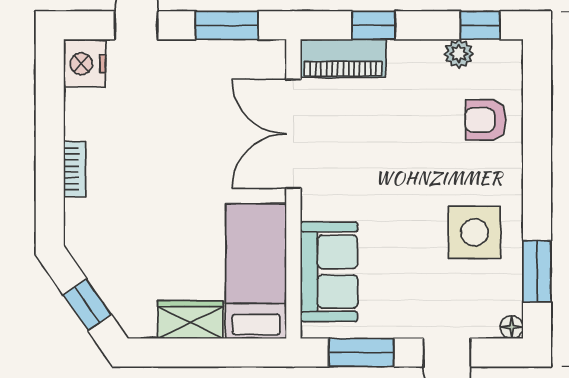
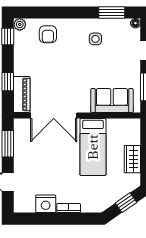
plant: (459, 54) -> (20, 24), moved
nightstand: (85, 64) -> (46, 204), moved
side table: (474, 232) -> (95, 39), width x0.54, depth x0.54
bed: (256, 271) -> (93, 147), moved, turned -90

